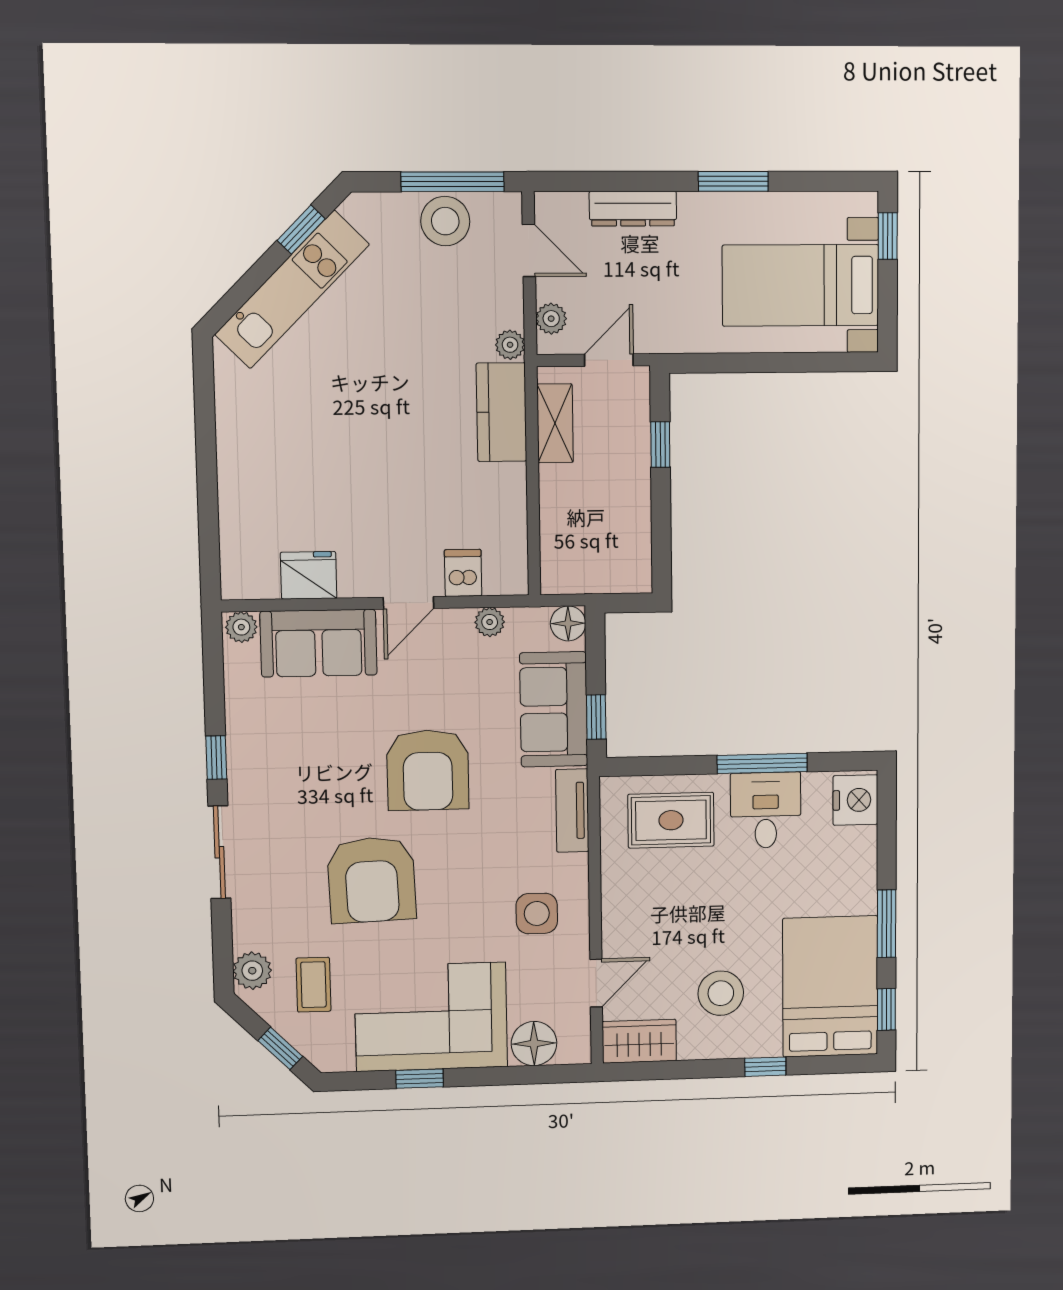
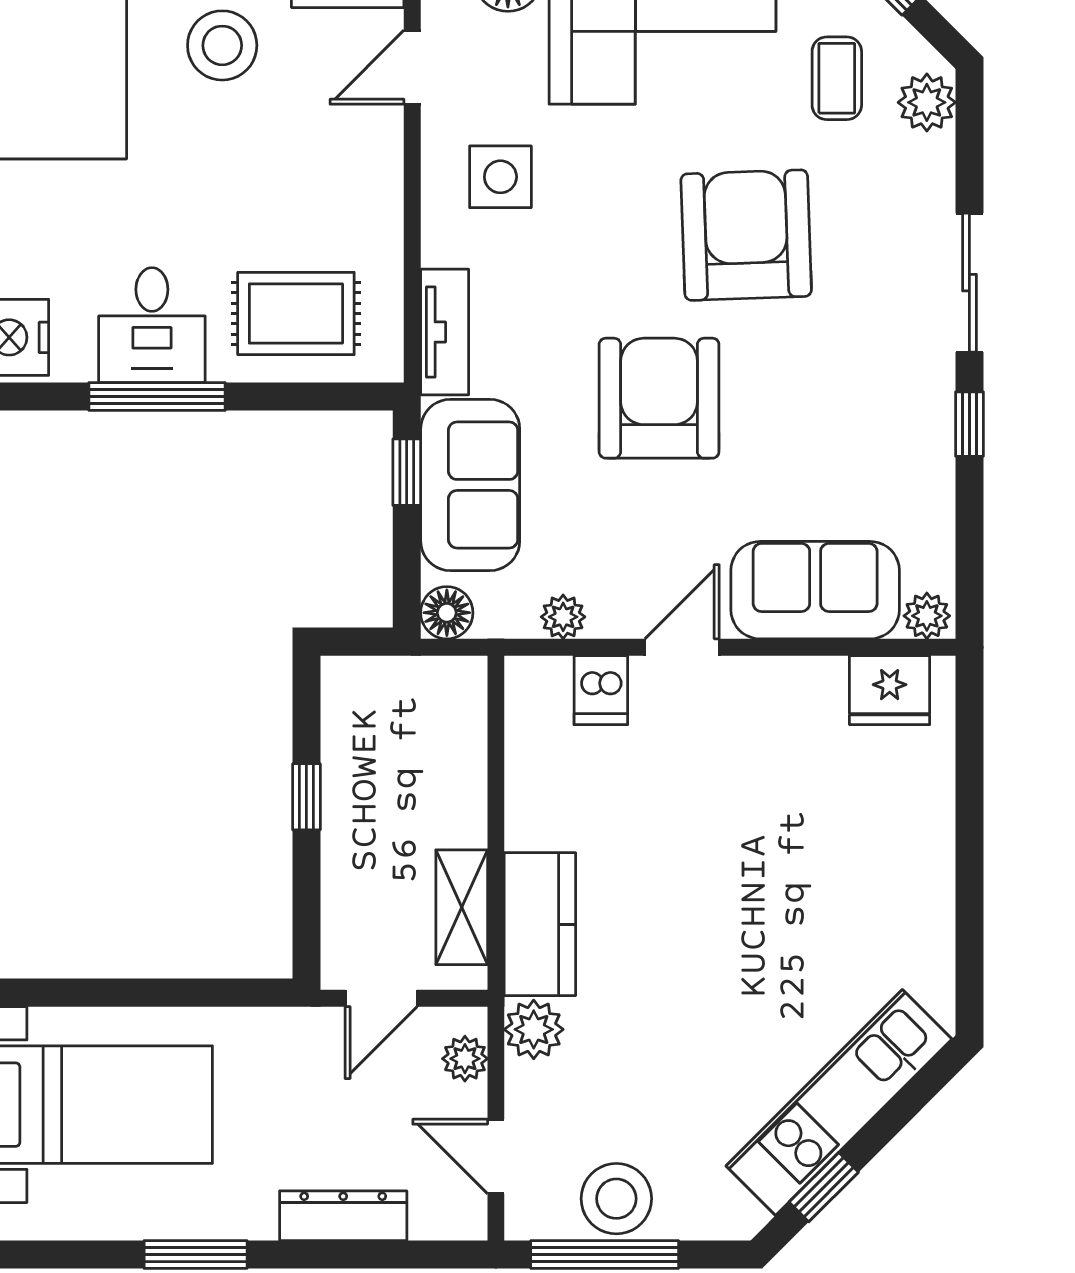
plant: (510, 345) -> (534, 1029), width x1.38, depth x1.38
window: (660, 445) -> (306, 797), moved
fridge: (309, 575) -> (890, 690), moved

